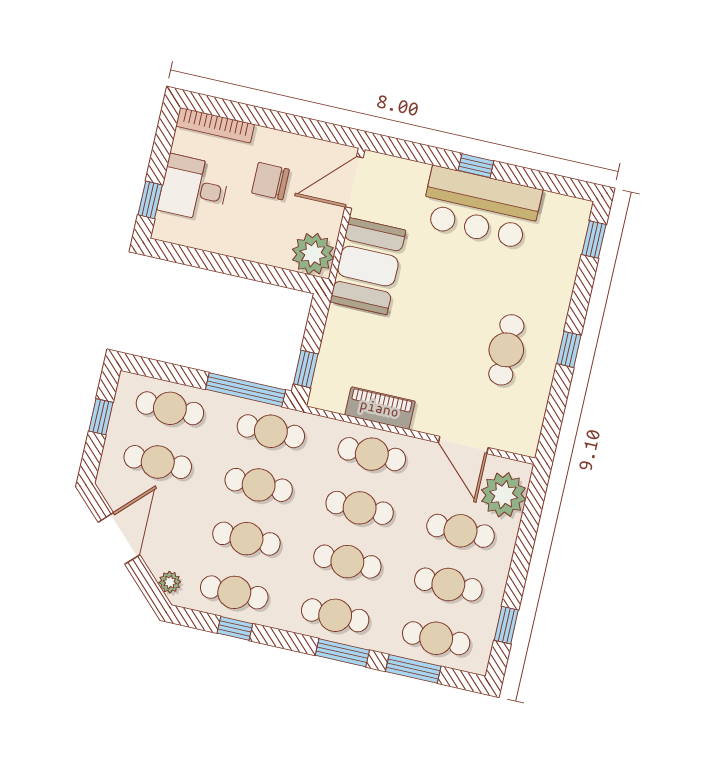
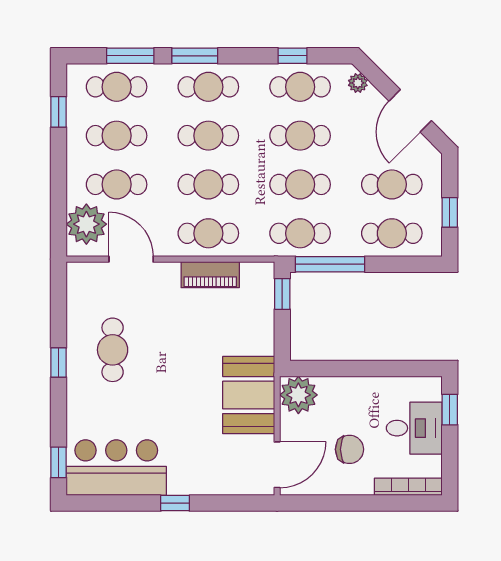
bar counter: (481, 208) -> (116, 468), moved

